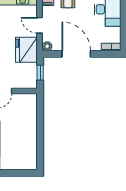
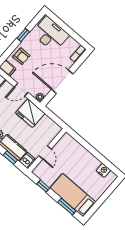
window: (40, 73) -> (54, 117), removed
nightstand: (32, 153) -> (103, 170), added

